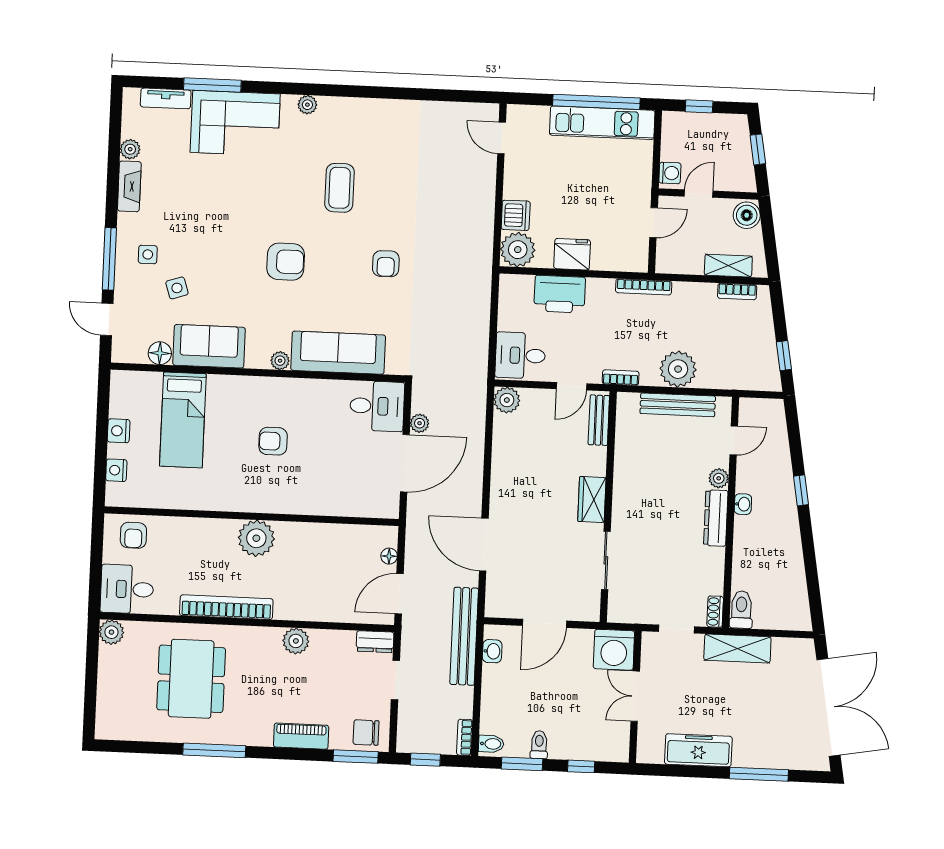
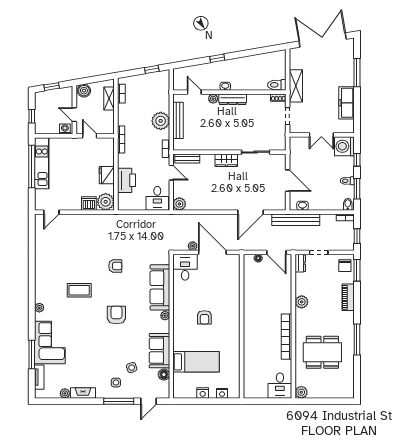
armchair: (133, 535) -> (253, 384), removed
plant: (256, 538) -> (252, 323), removed
washing machine: (614, 650) -> (344, 146), moved, turned 180

